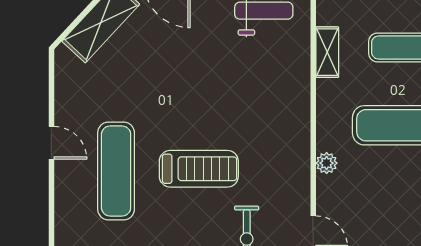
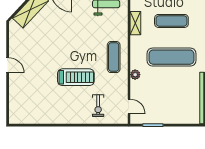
exercise mat: (116, 171) -> (114, 57), moved, width x0.73, depth x0.69

